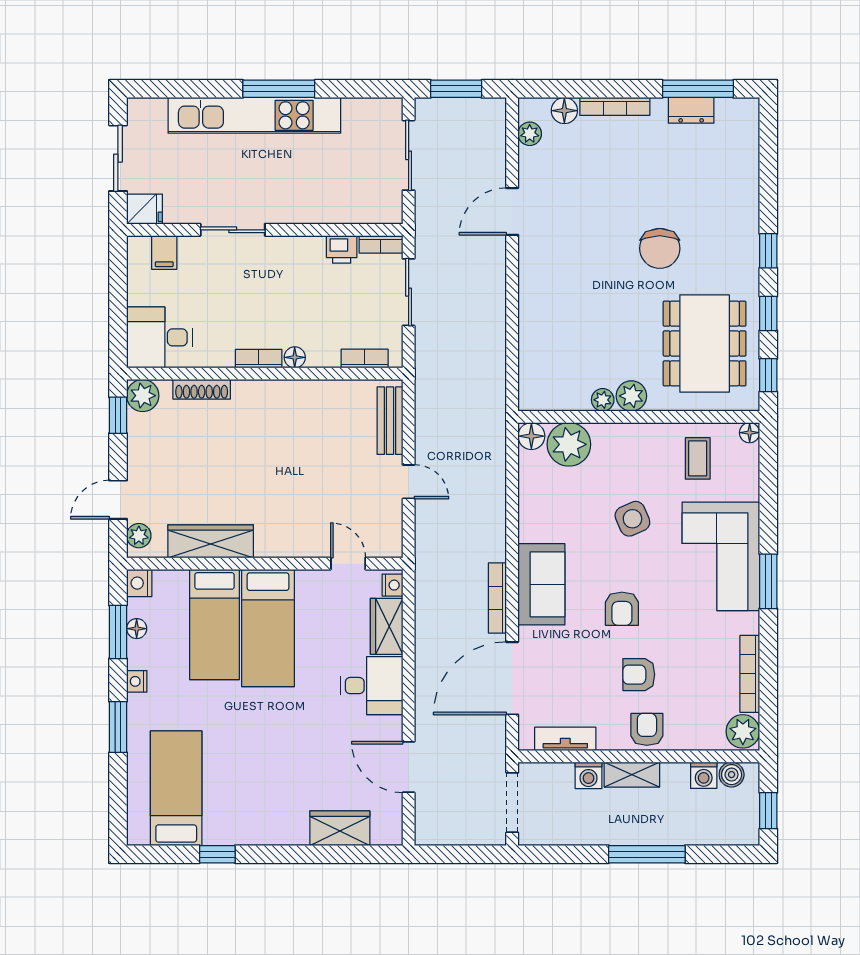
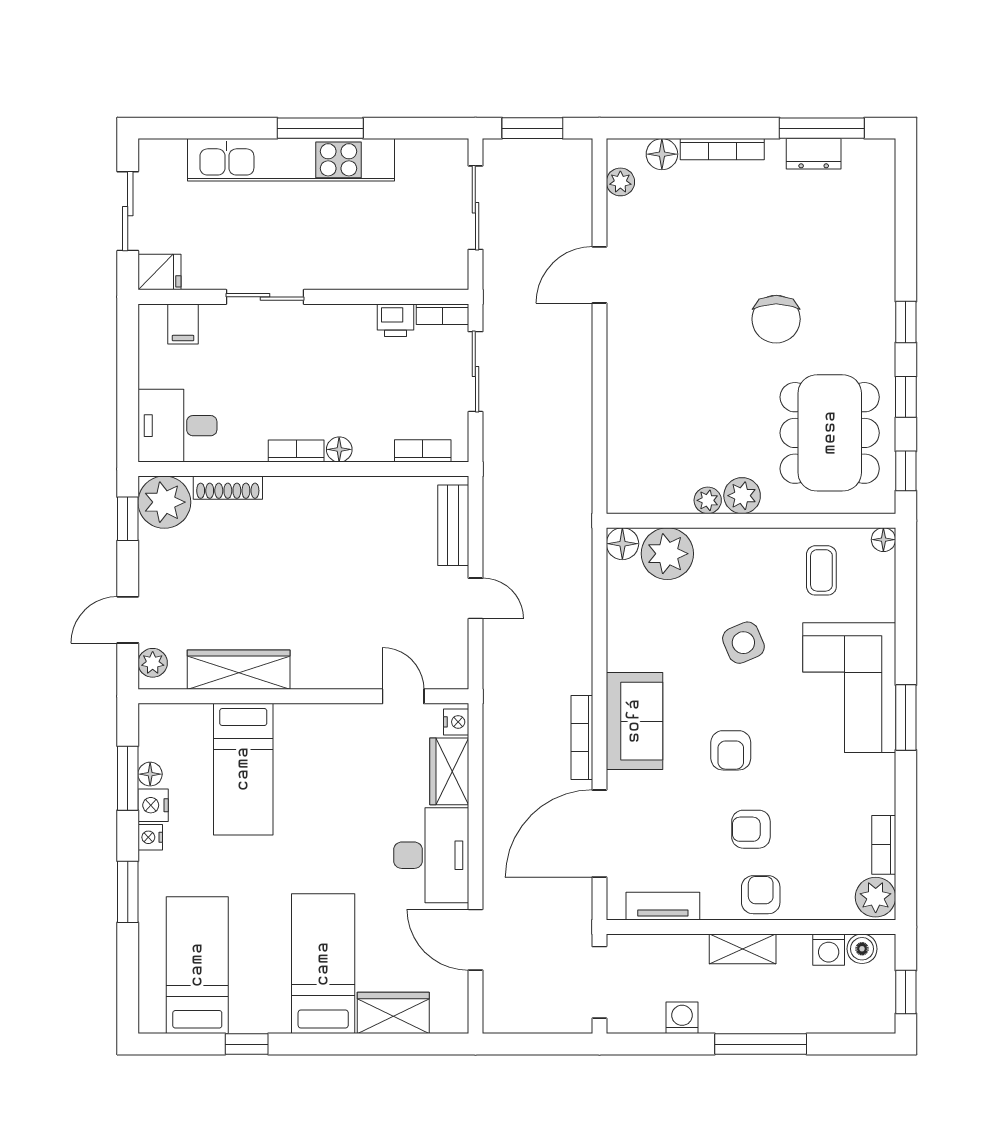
plant: (143, 396) -> (164, 502), width x1.36, depth x1.36
nightstand: (139, 583) -> (153, 805), moved
bed: (268, 628) -> (323, 964), moved, turned 180
bookcase: (750, 674) -> (884, 845), width x0.64
desk: (372, 686) -> (431, 855), width x1.37
washing machine: (588, 775) -> (682, 1018), moved, turned 180

